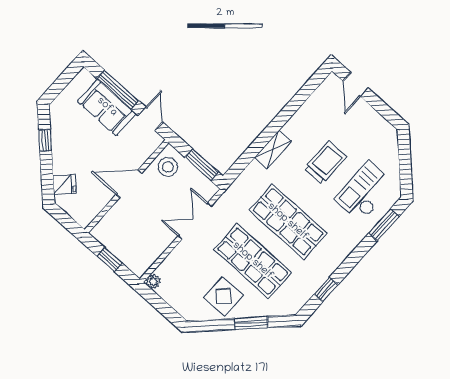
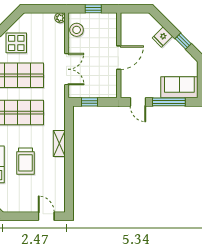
sofa: (107, 107) -> (179, 87), moved
window: (202, 165) -> (90, 102), width x0.67
stool: (168, 167) -> (77, 30), moved
fridge: (64, 184) -> (162, 37), moved

